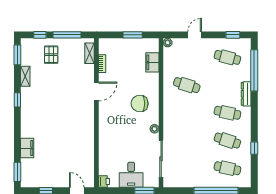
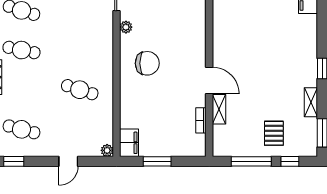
shelving: (89, 53) -> (219, 109), moved
filing cabinet: (152, 62) -> (129, 143), moved
door: (96, 92) -> (209, 80), swing flipped

